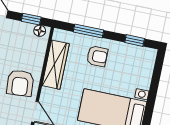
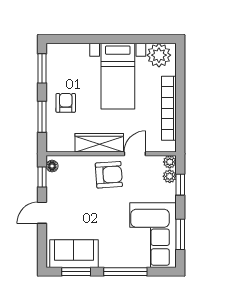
window: (135, 40) -> (42, 68), width x1.50
wardrobe: (56, 65) -> (99, 143), moved

